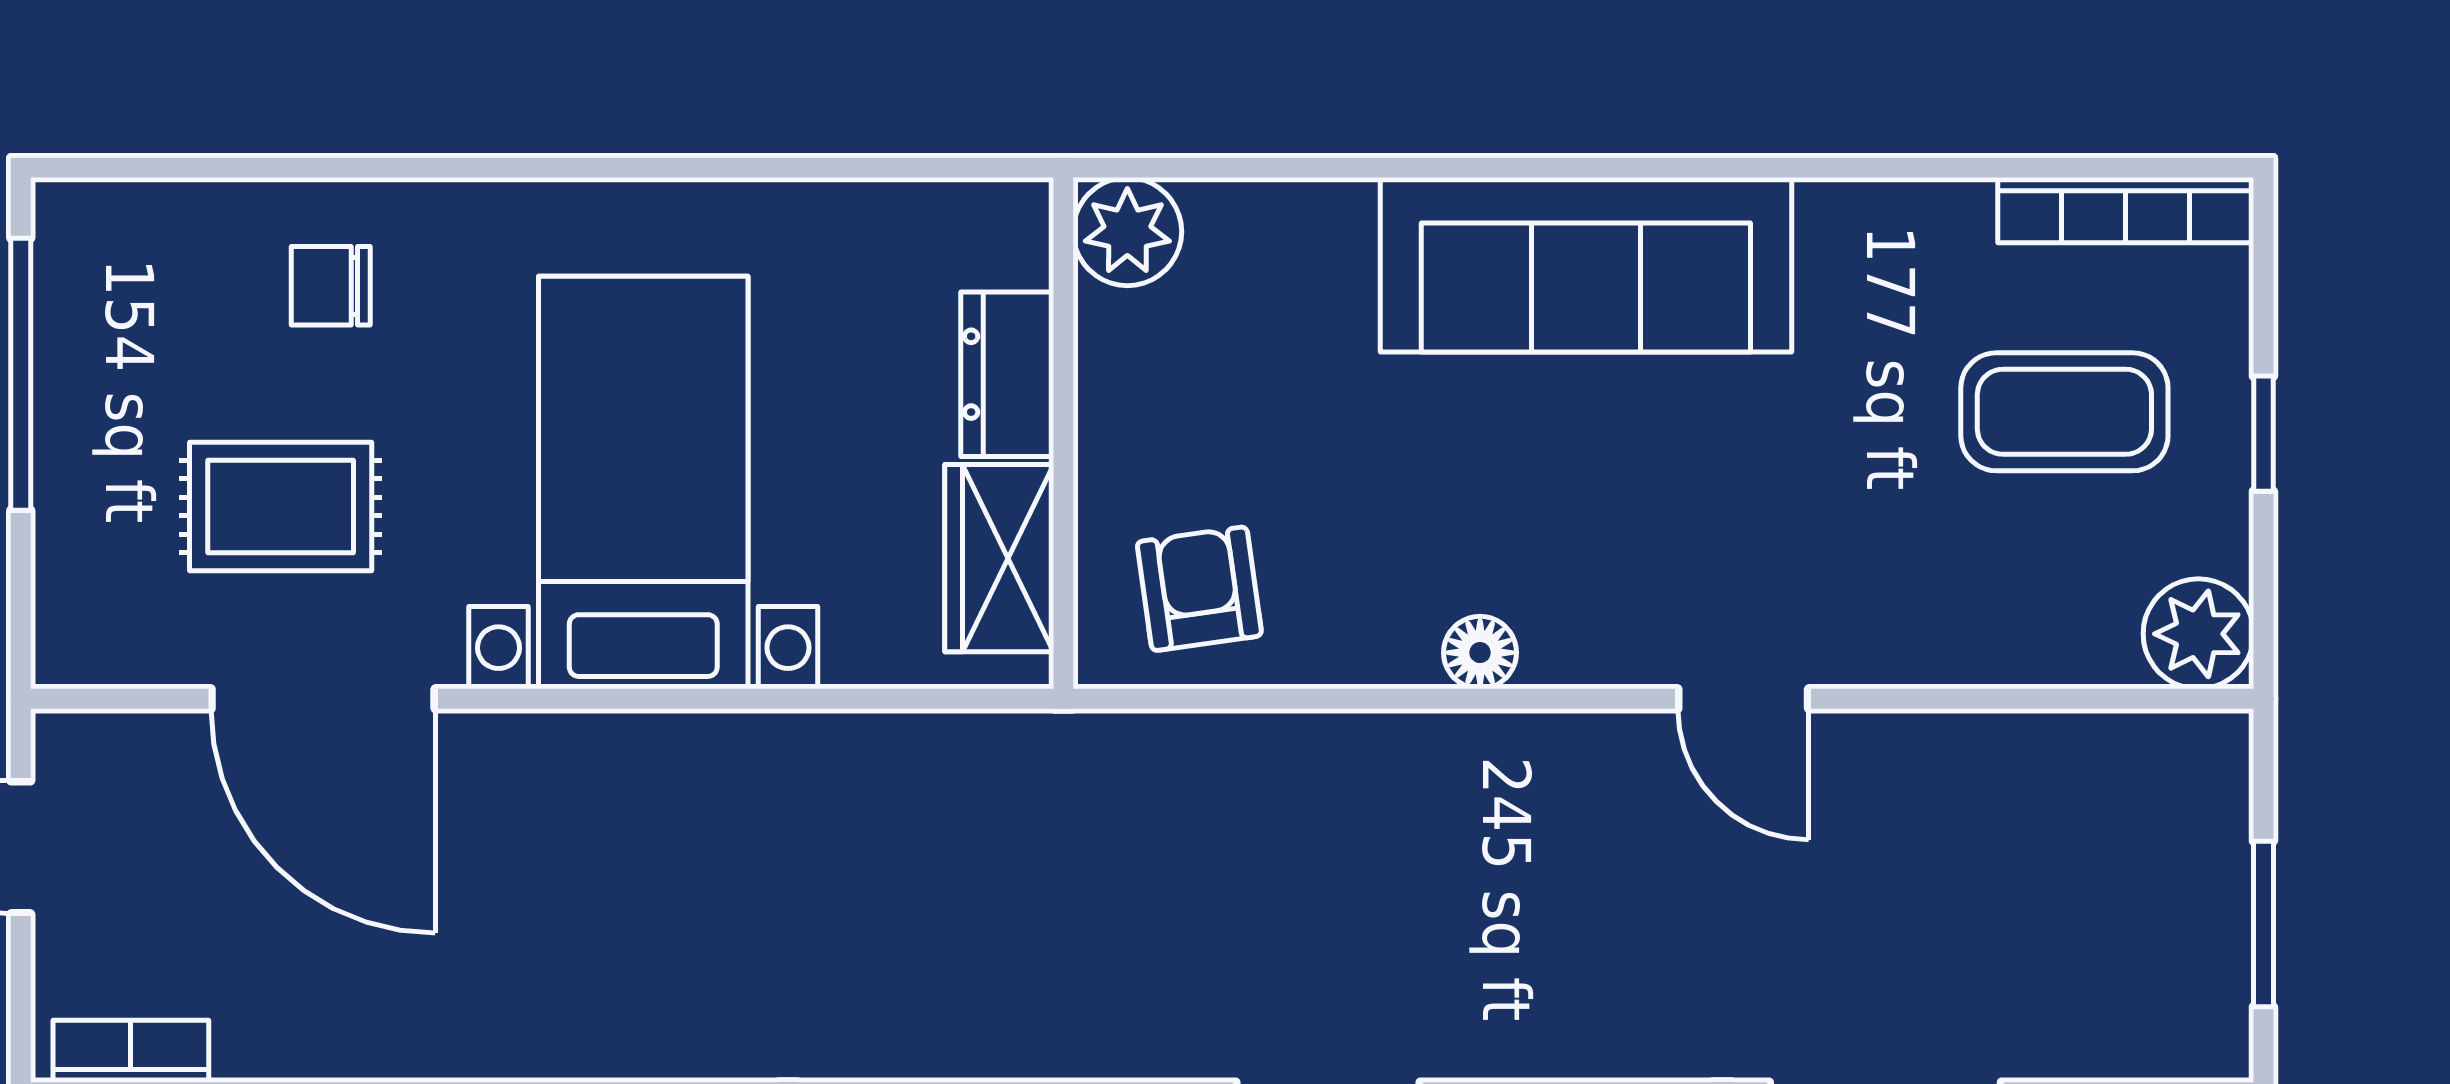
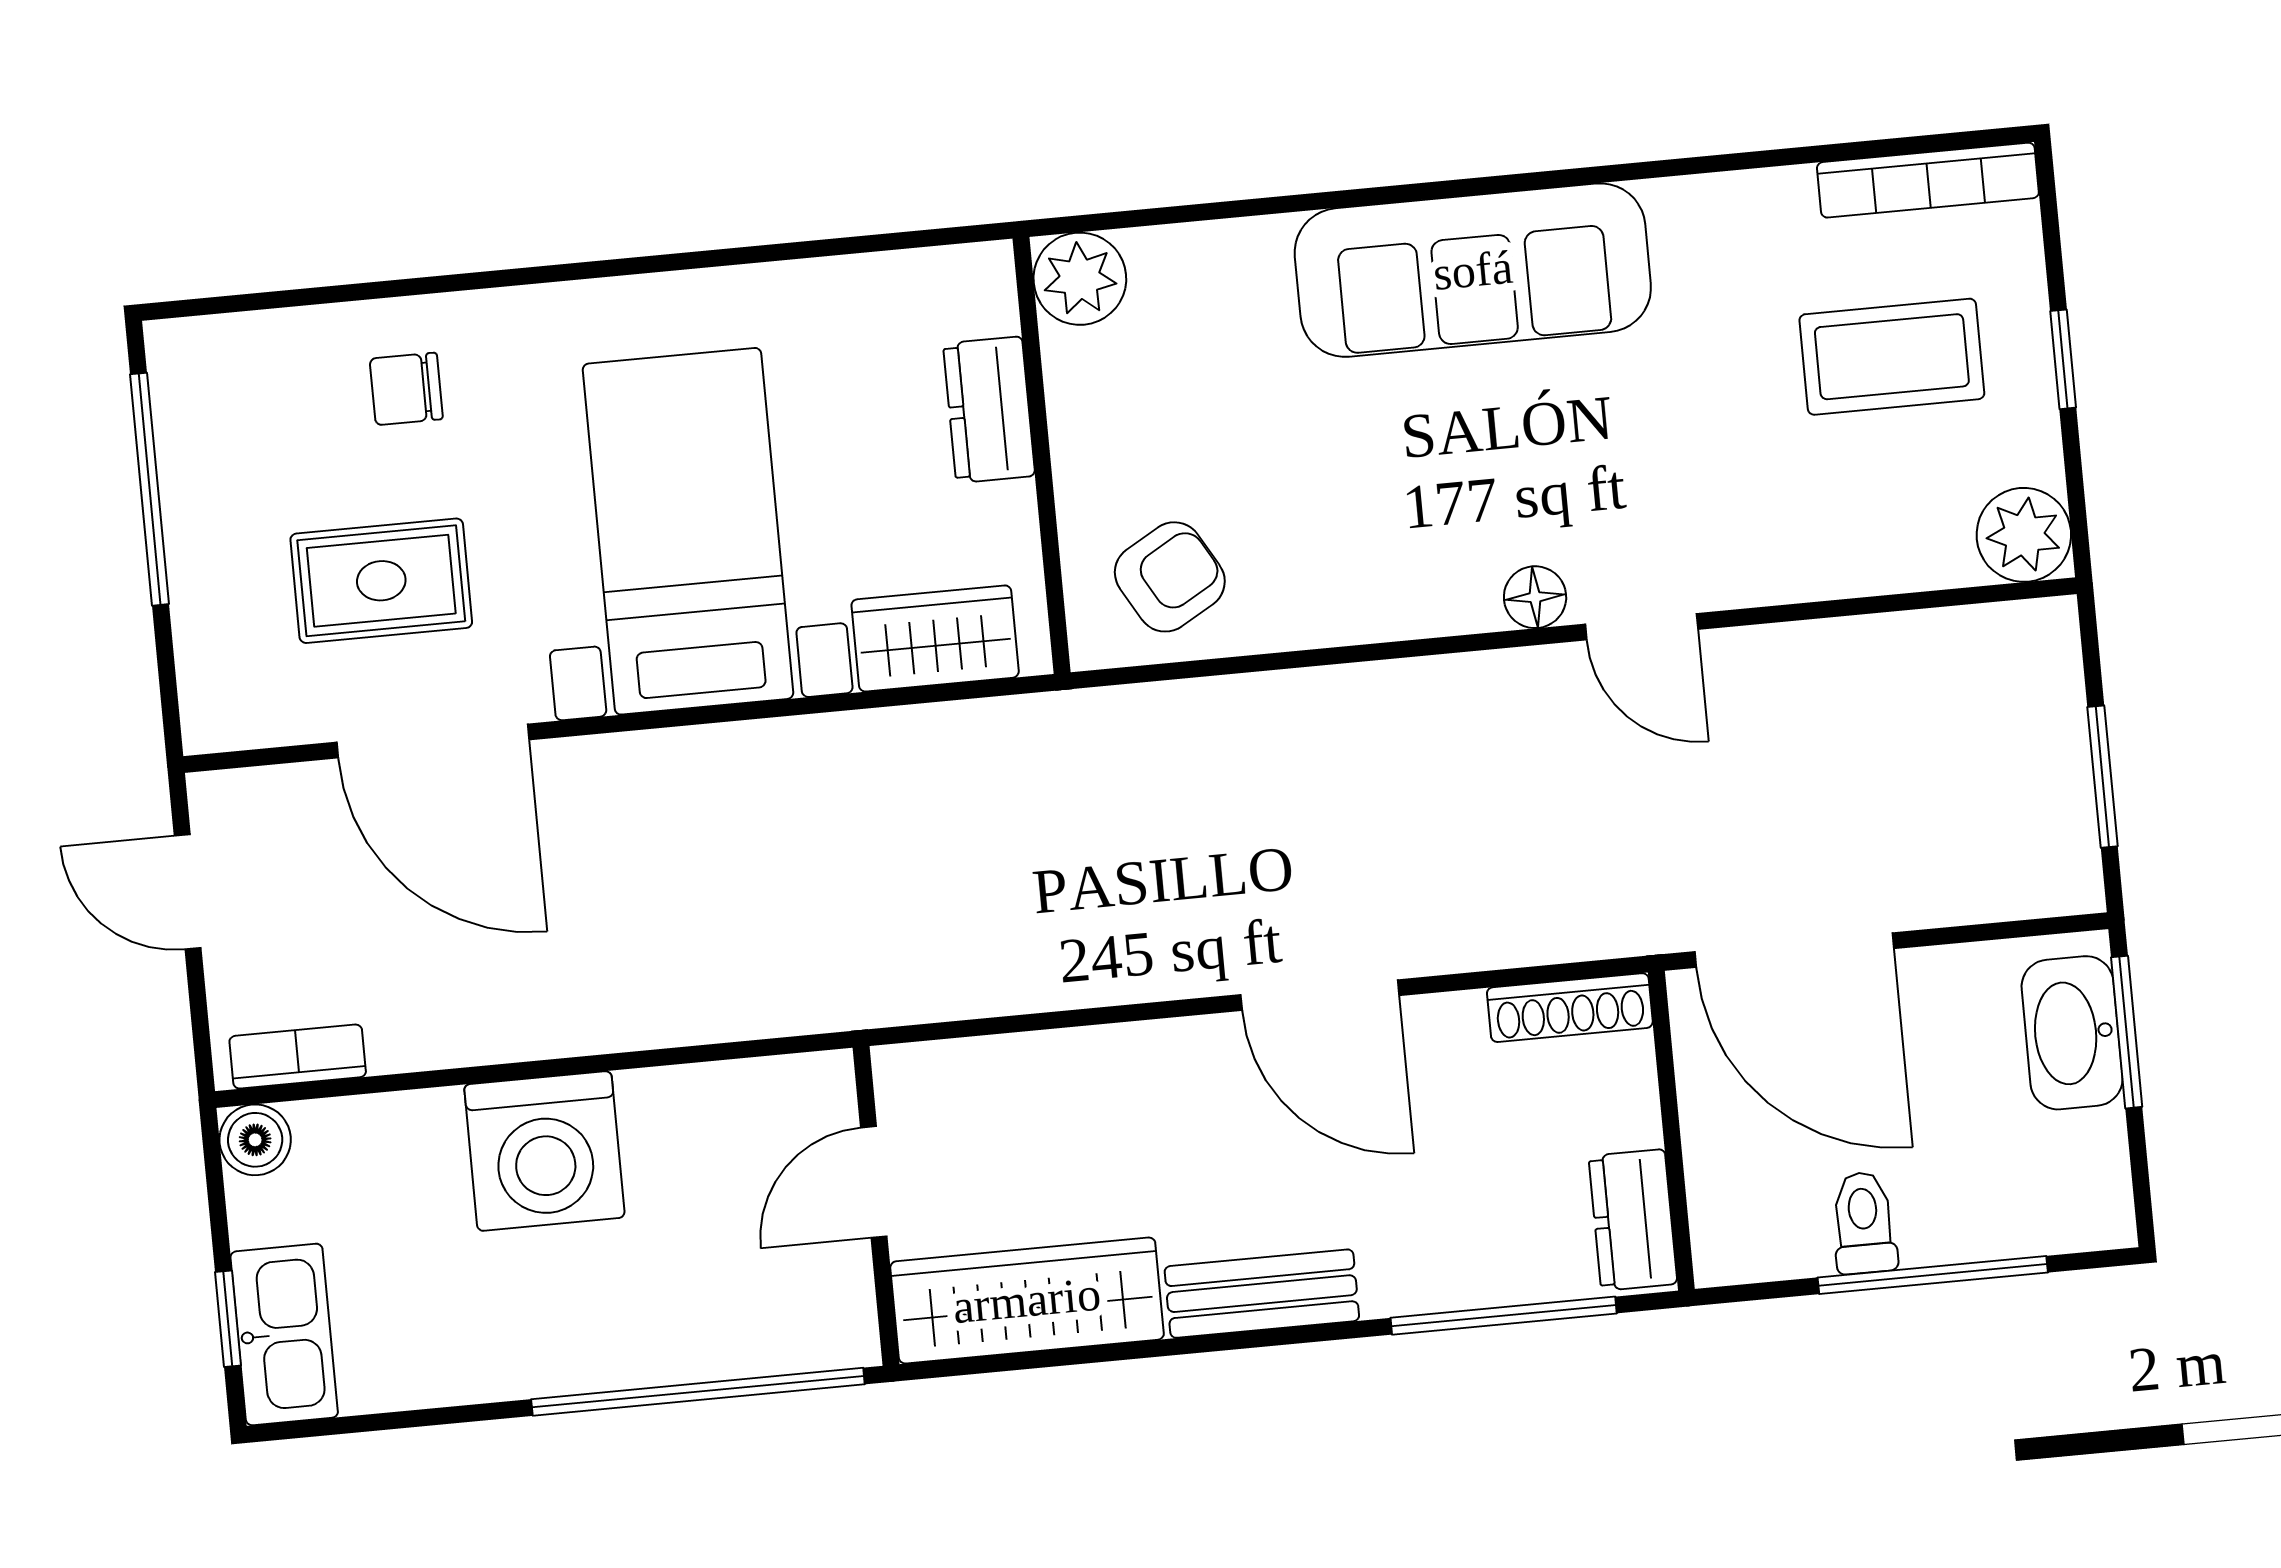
wardrobe: (999, 558) -> (935, 638), moved, turned 90
armchair: (1199, 589) -> (1170, 577), turned 68
floor lamp: (1480, 653) -> (1535, 597), moved

